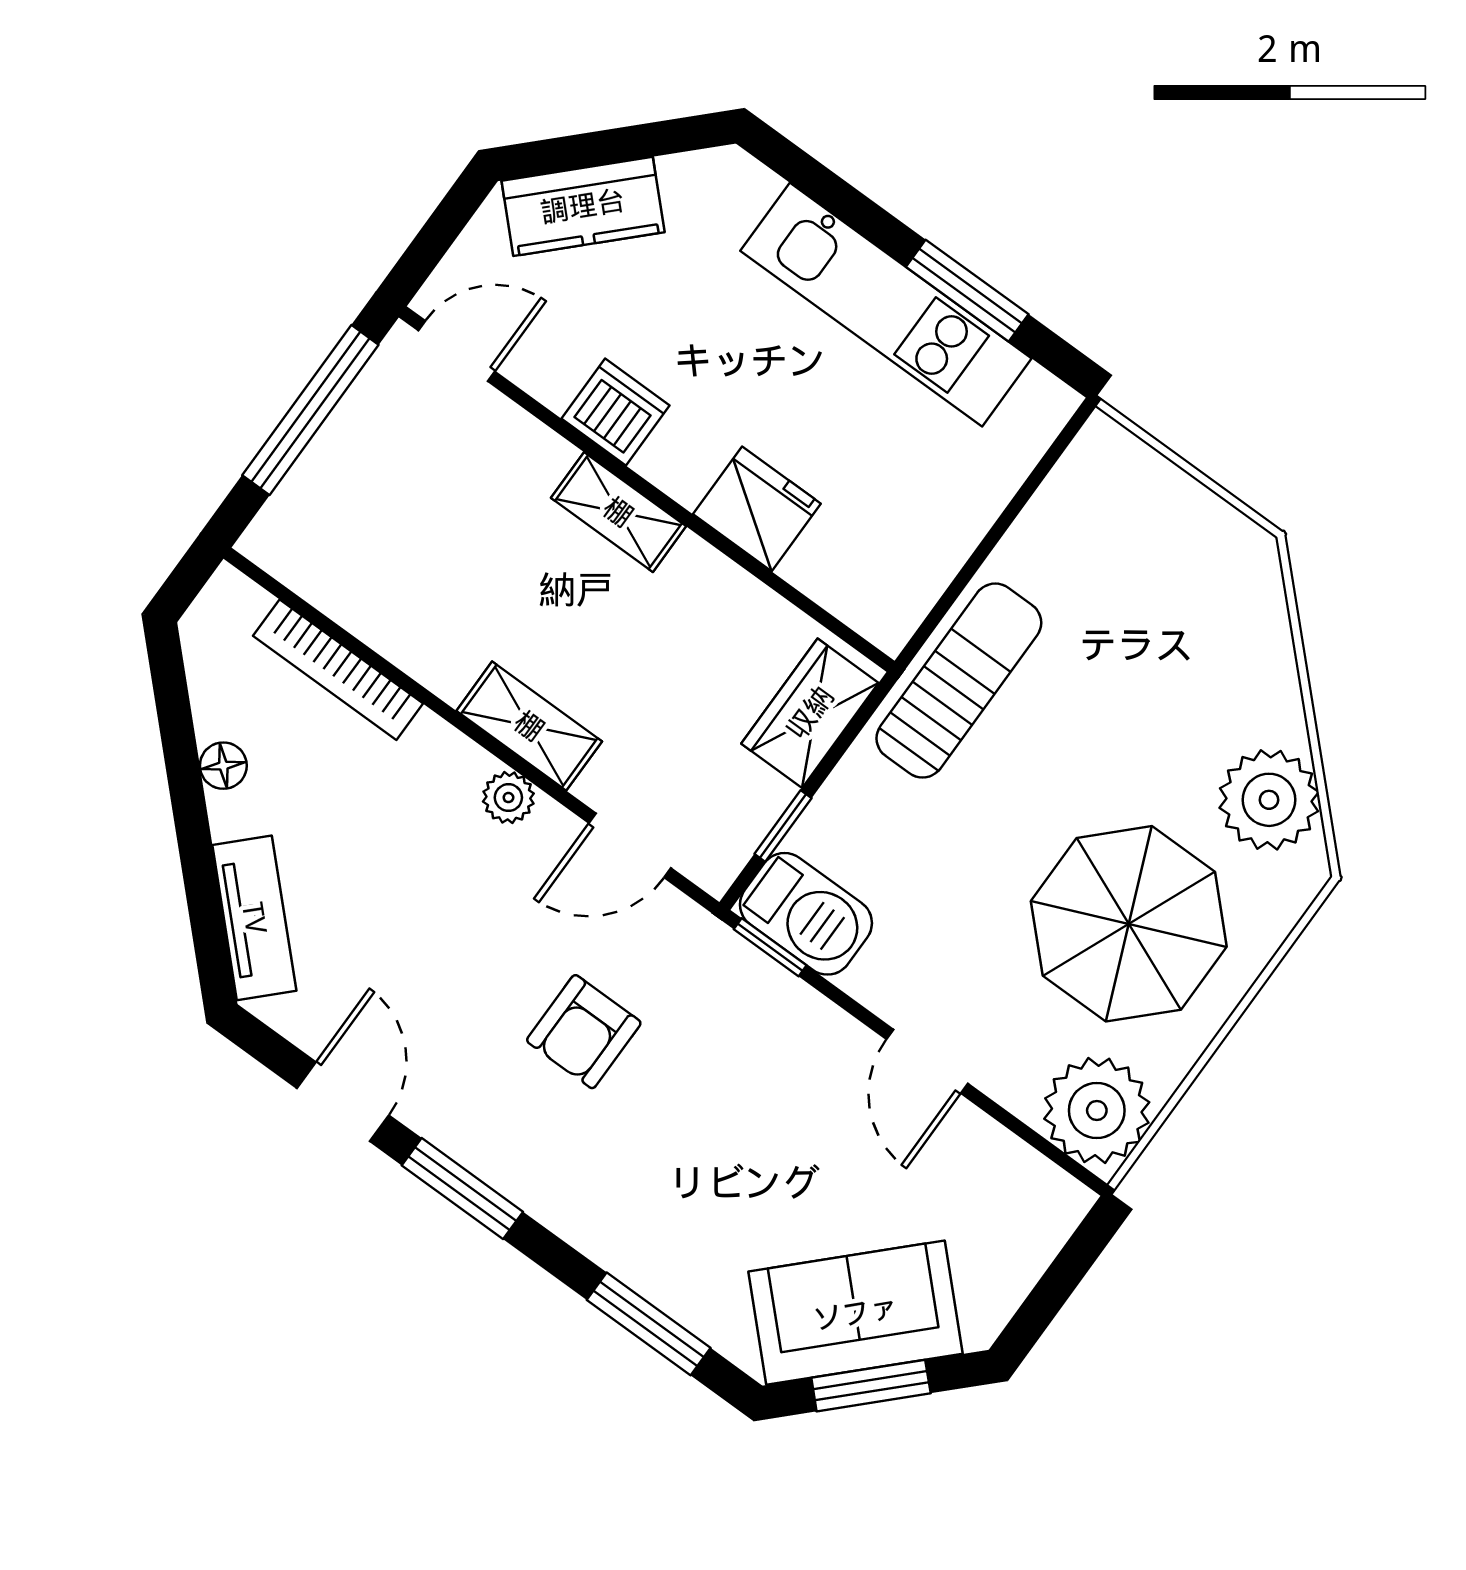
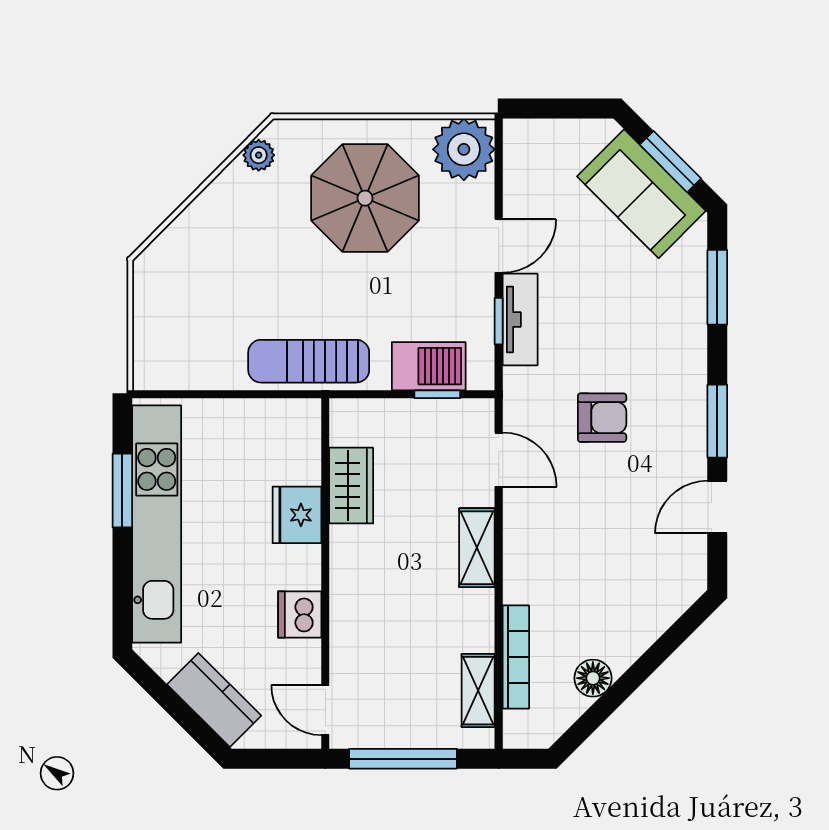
kitchen unit: (886, 305) -> (157, 524), width x1.36
shelving: (618, 512) -> (478, 691), moved
wardrobe: (810, 713) -> (351, 486), moved, turned -90
floor lamp: (223, 766) -> (593, 678), width x1.37, depth x1.37
plant: (508, 798) -> (518, 533), removed
plant: (1269, 800) -> (259, 155), width x0.53, depth x0.53
barbecue: (806, 914) -> (429, 366), moved, turned 90
tv unit: (254, 918) -> (520, 320), moved, turned 135
window: (770, 947) -> (499, 321), moved

